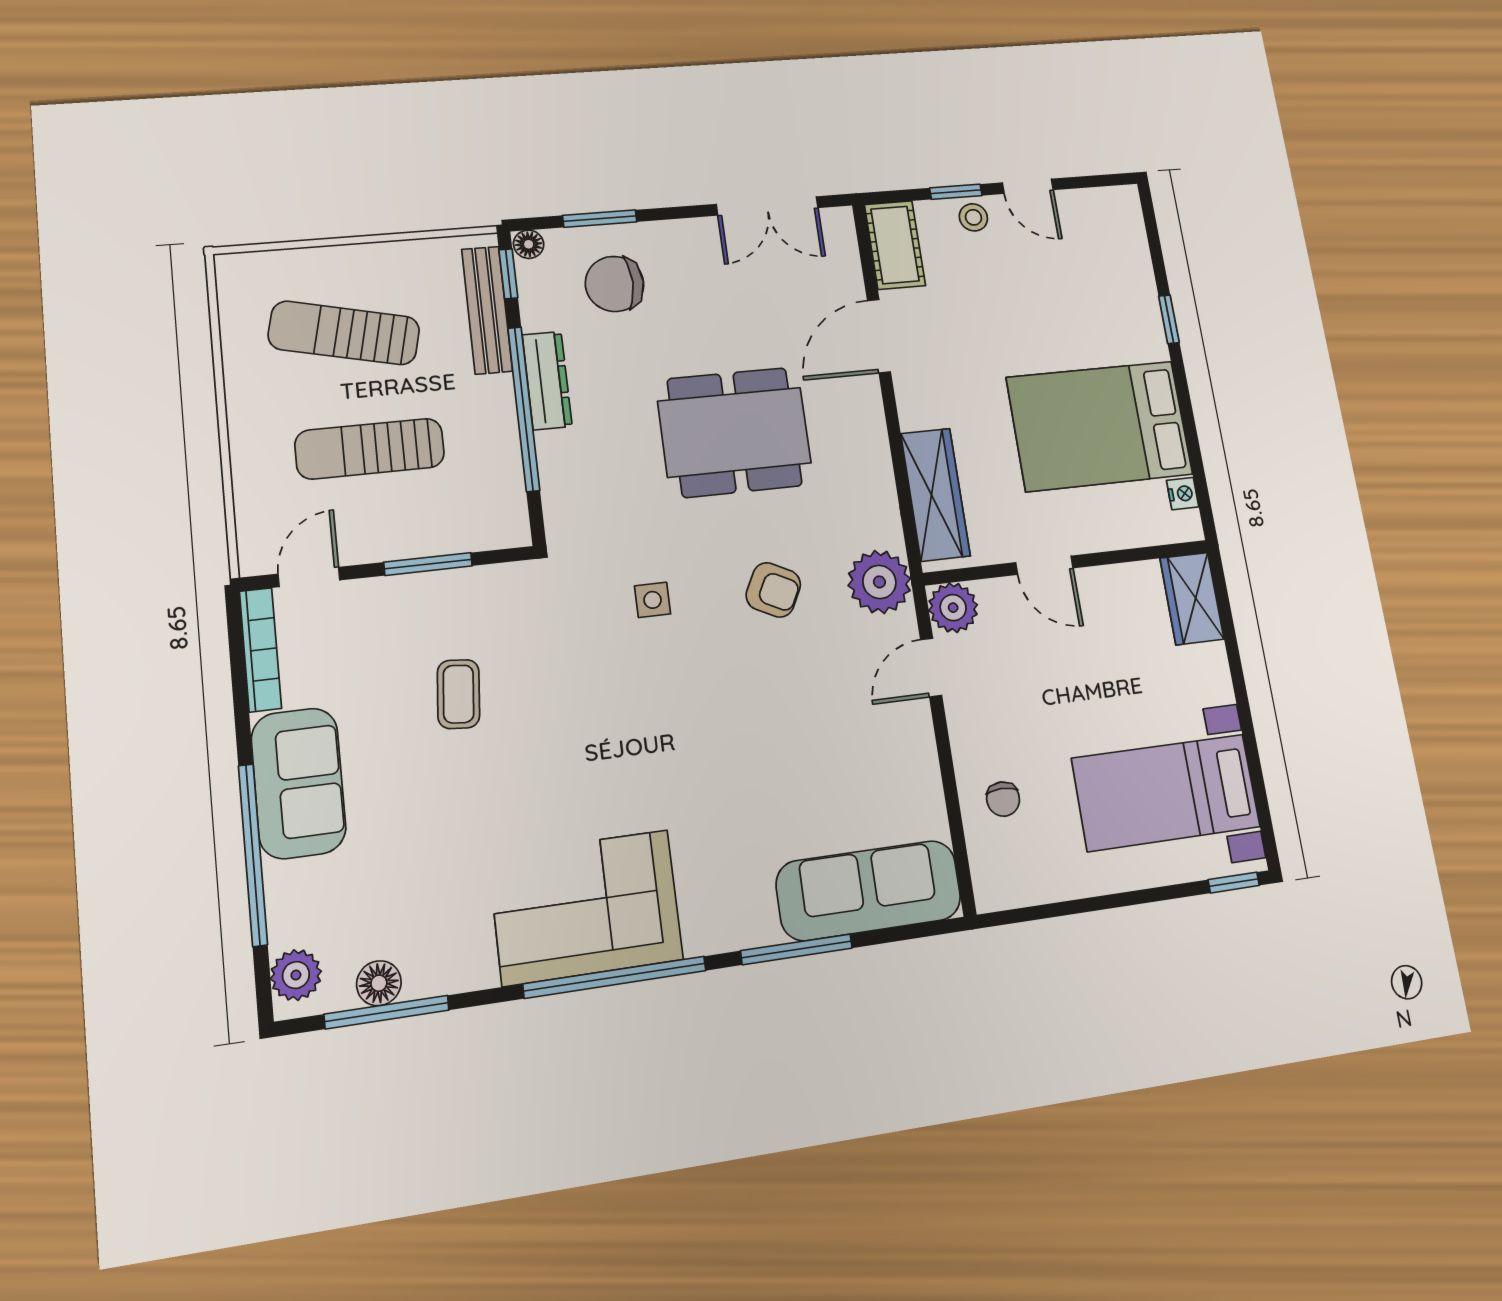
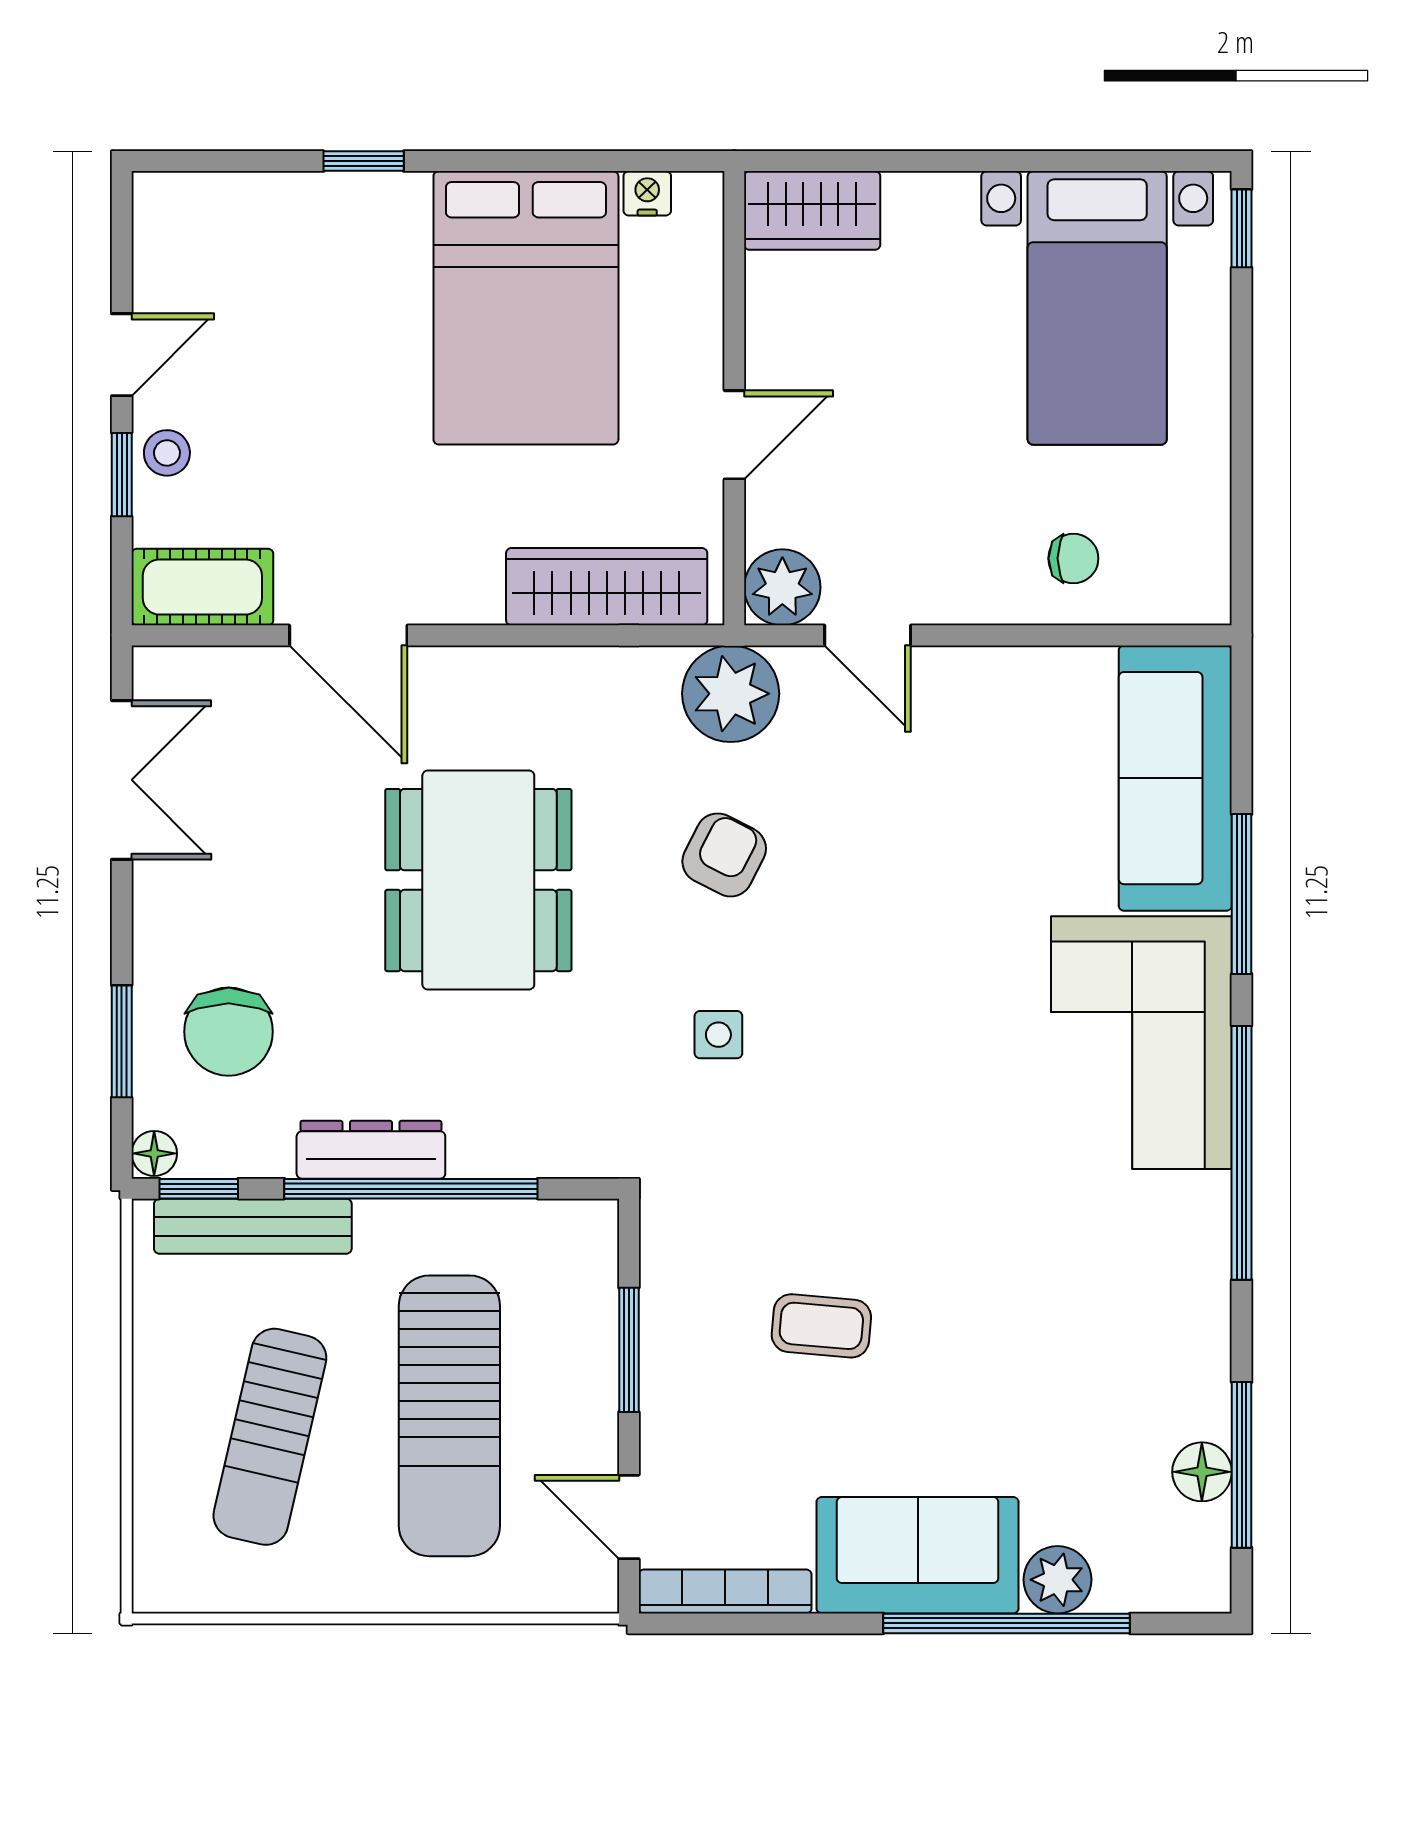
sun lounger: (370, 449) -> (449, 1416), width x1.36, depth x1.34
corner sofa: (586, 907) -> (1141, 1043), moved
plant: (296, 975) -> (1057, 1580), moved

